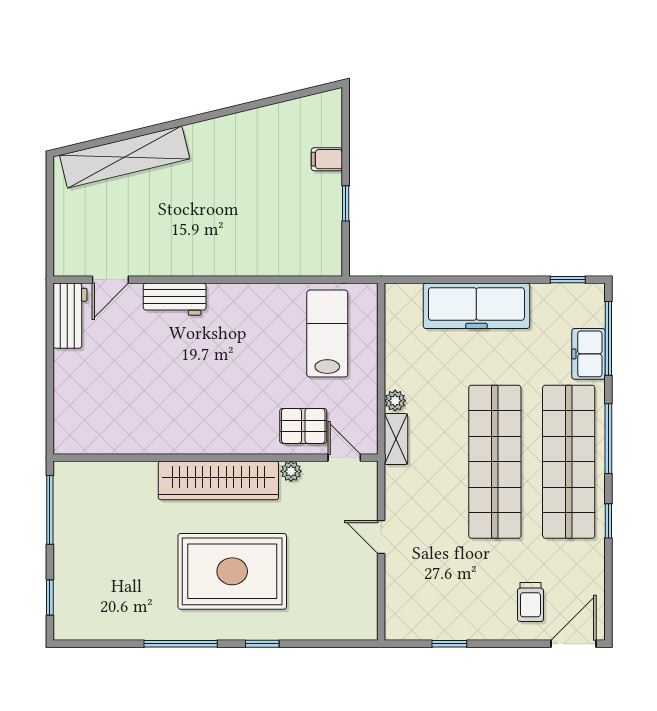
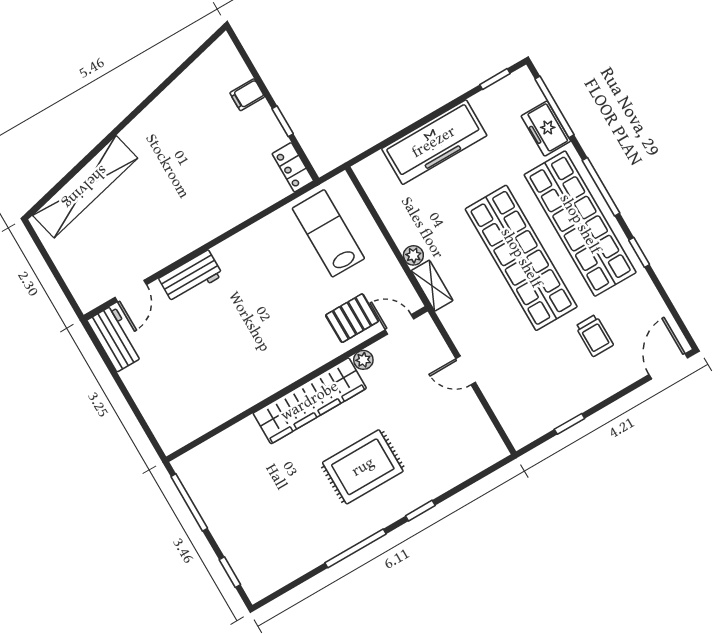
locker: (330, 252) -> (293, 167), added
rug: (232, 571) -> (363, 467), width x0.73, depth x0.69
trolley: (530, 602) -> (594, 336), moved

